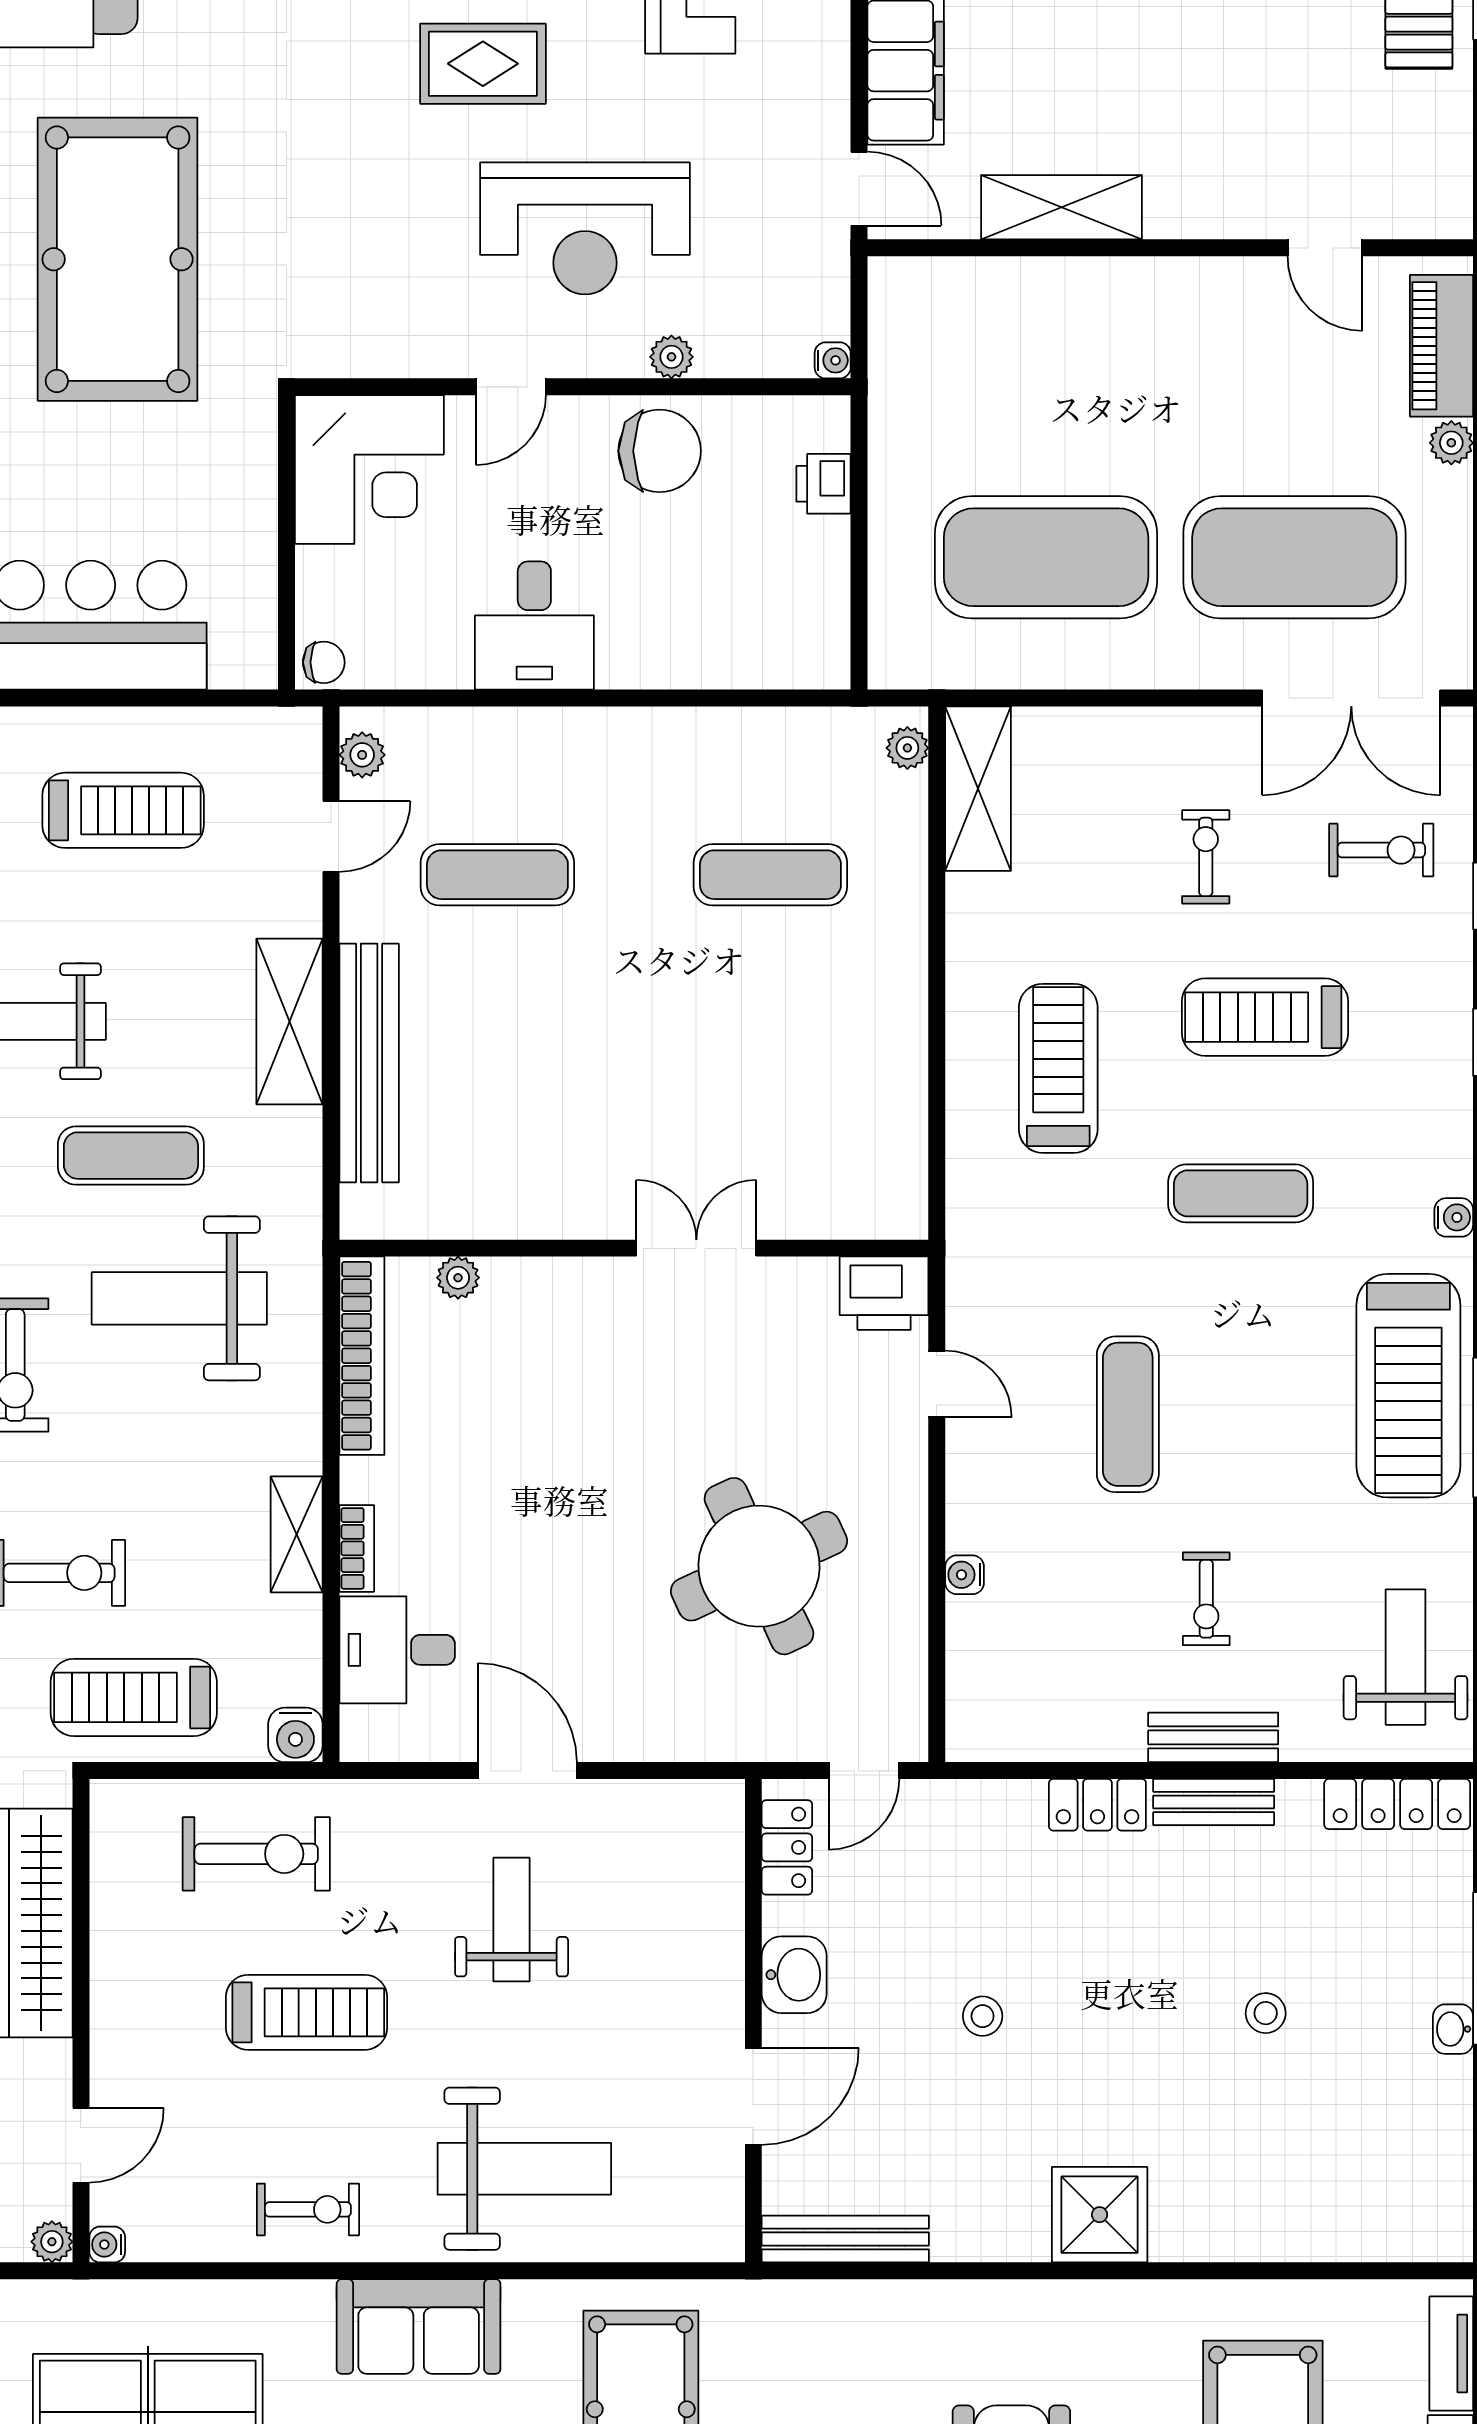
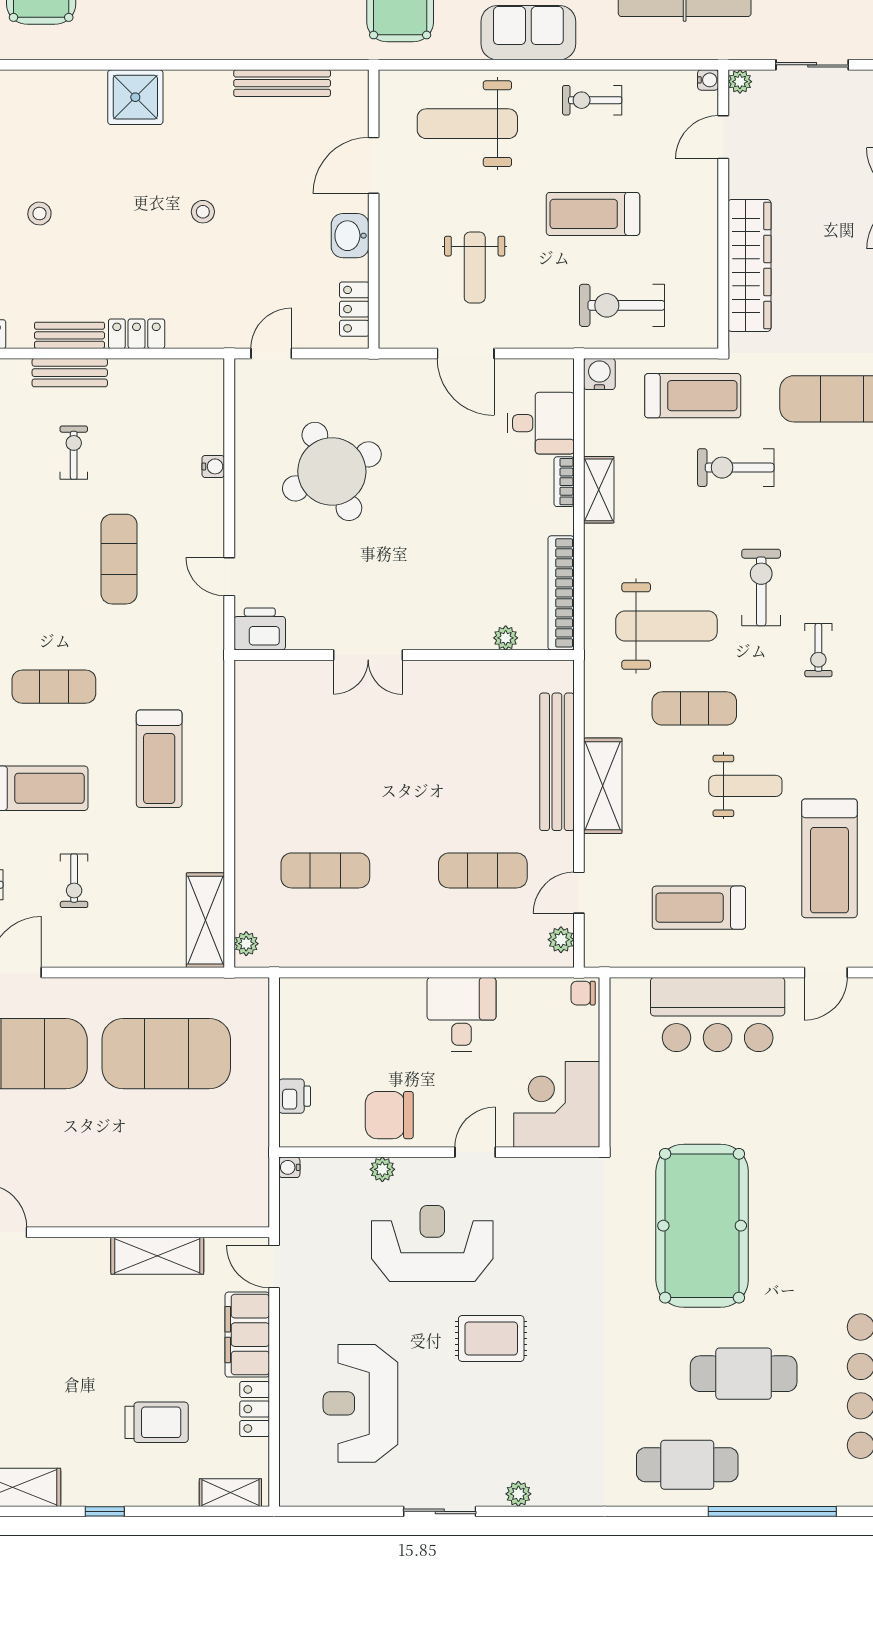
locker: (787, 1847) -> (354, 309), moved
washbasin: (794, 1975) -> (350, 236), moved
wall: (753, 2021) -> (374, 209), moved
door: (753, 2096) -> (374, 165), moved

